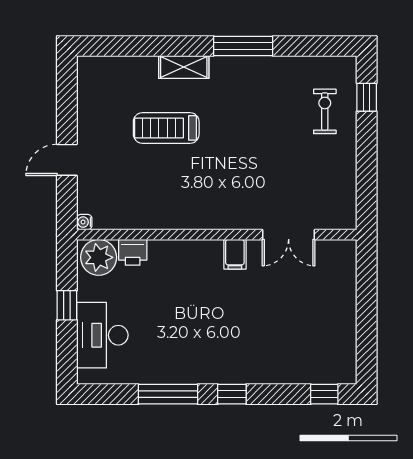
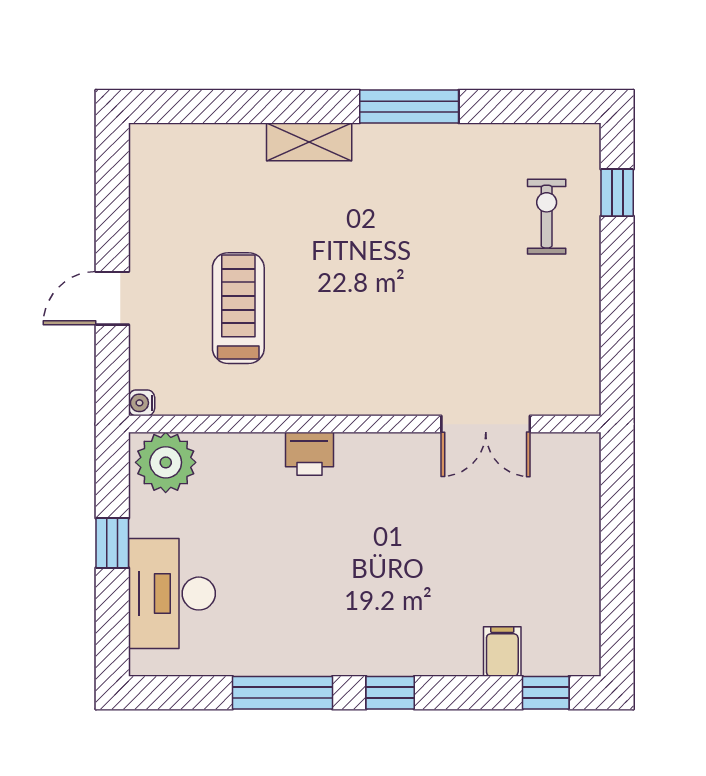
treadmill: (166, 128) -> (238, 308), moved, turned 90
printer: (133, 252) -> (309, 454), moved
filing cabinet: (235, 254) -> (502, 651), moved, turned 180

